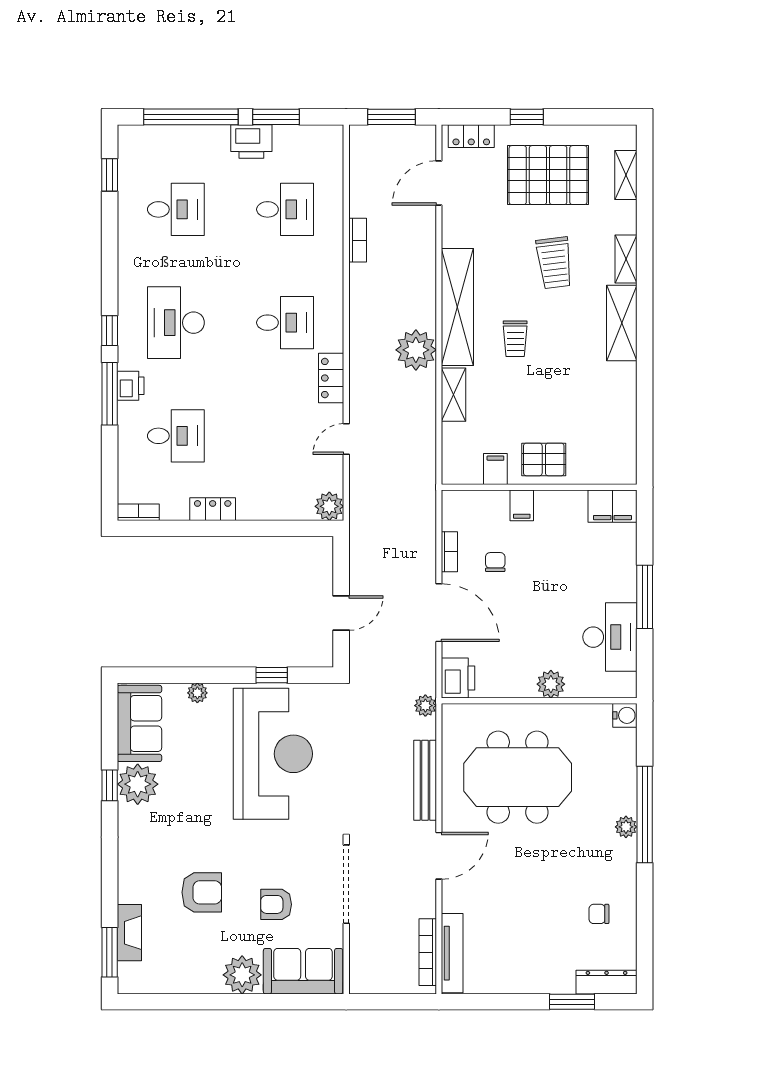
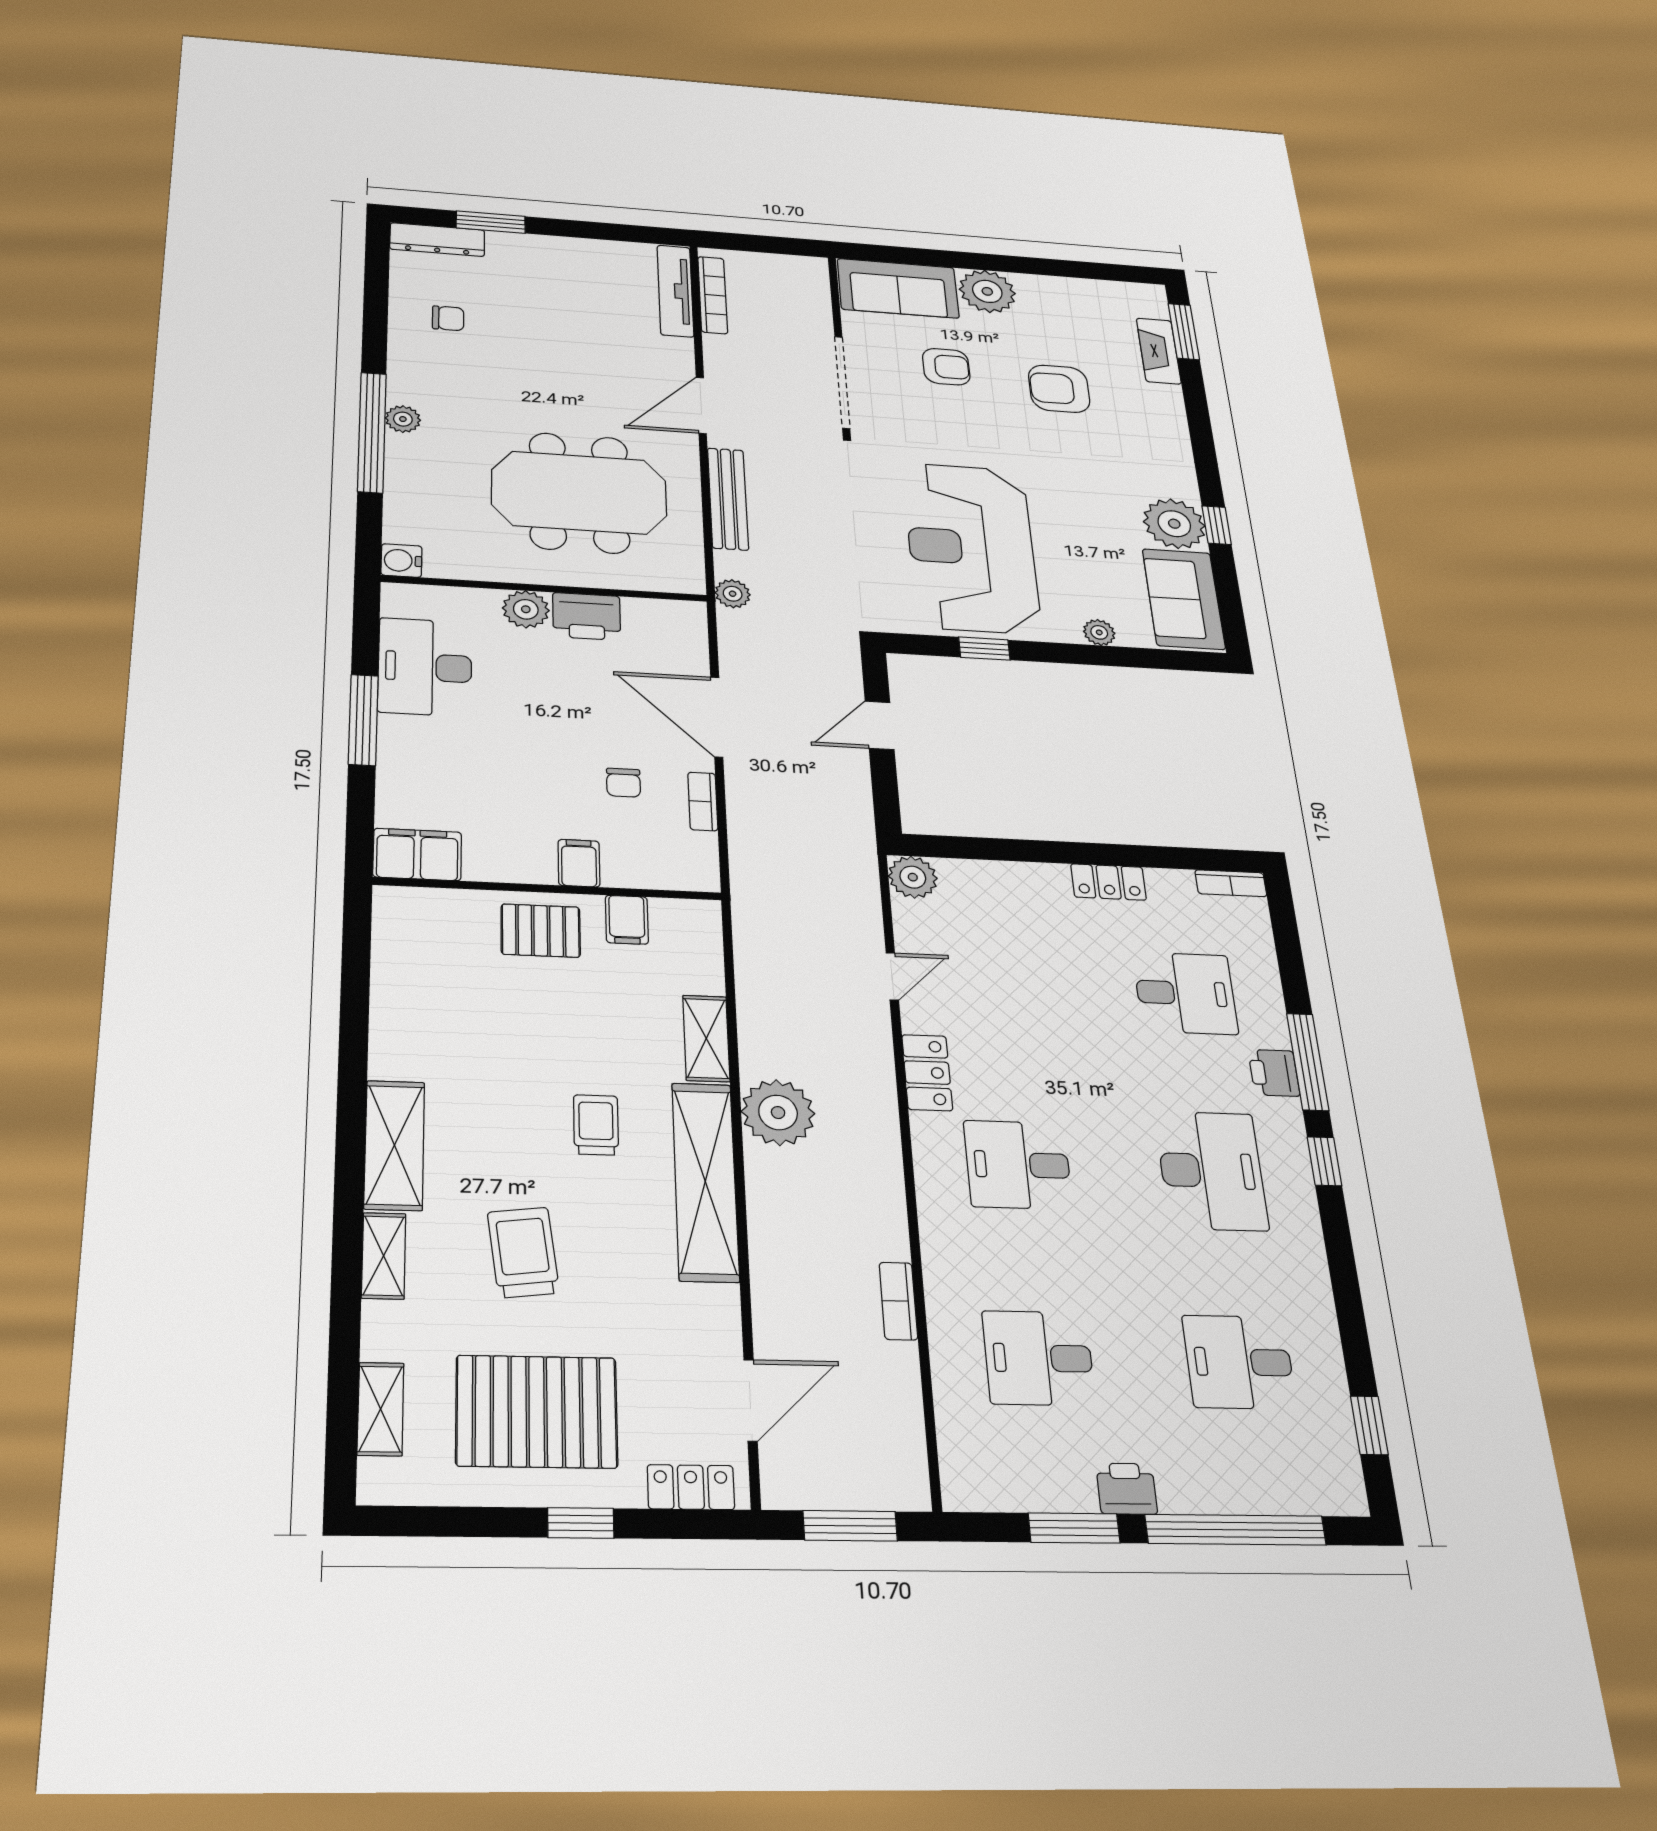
printer: (251, 141) -> (1127, 1489), width x0.73, depth x0.81
desk: (176, 436) -> (1185, 993), turned 180
printer: (458, 678) -> (587, 616), moved, turned -90

